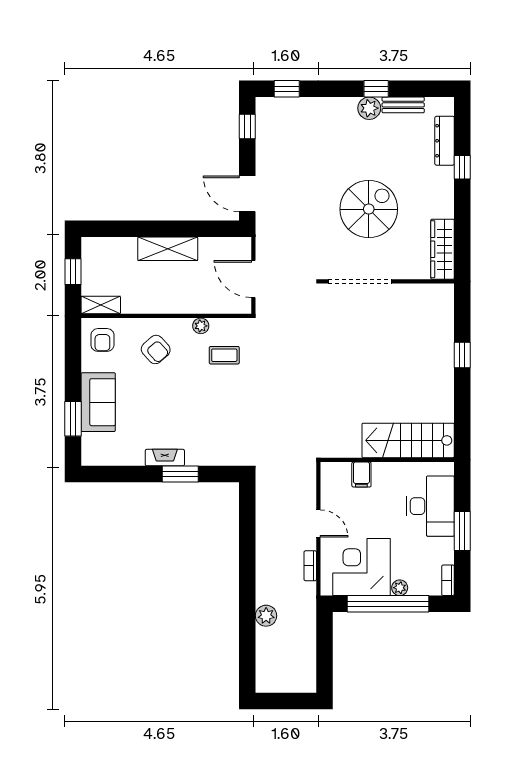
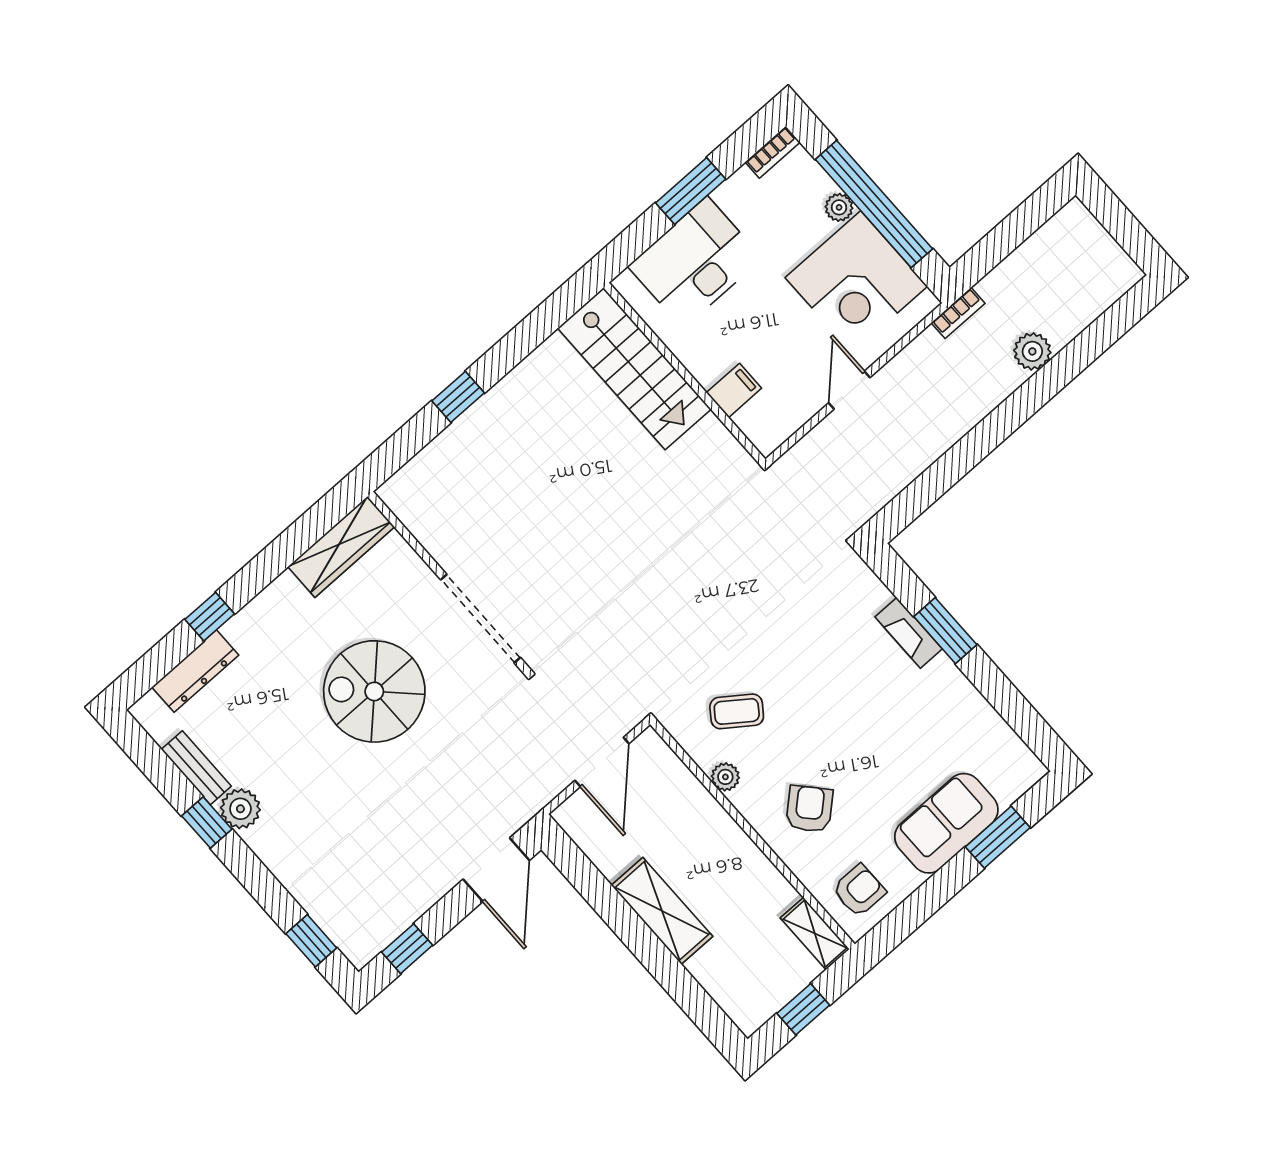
coffee table: (224, 355) -> (737, 711), turned -54
fireplace: (165, 458) -> (909, 633), moved
bookcase: (310, 566) -> (958, 313), moved

